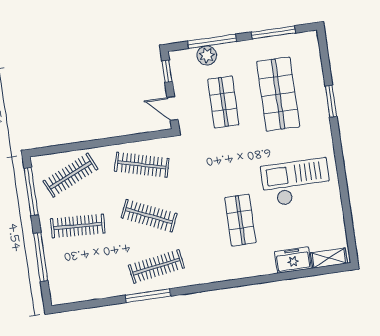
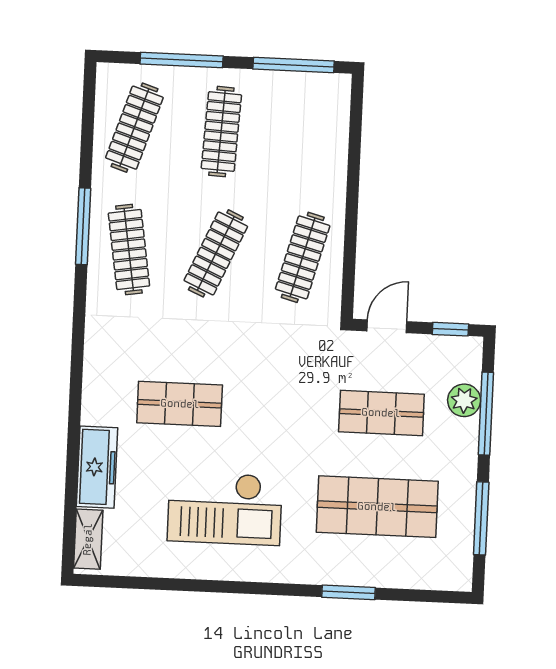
clothes rail: (70, 175) -> (134, 128), moved, turned 42
checkout: (296, 182) -> (225, 508), turned 90
freezer: (293, 260) -> (97, 467), width x1.40

